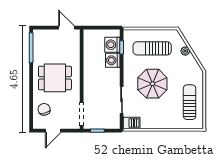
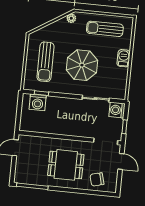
plant: (185, 51) -> (71, 18), moved
washing machine: (113, 60) -> (117, 110), moved, turned 90
dining table: (55, 78) -> (66, 165), turned 90
barbecue: (132, 123) -> (124, 58), moved
door: (53, 131) -> (121, 161), moved

